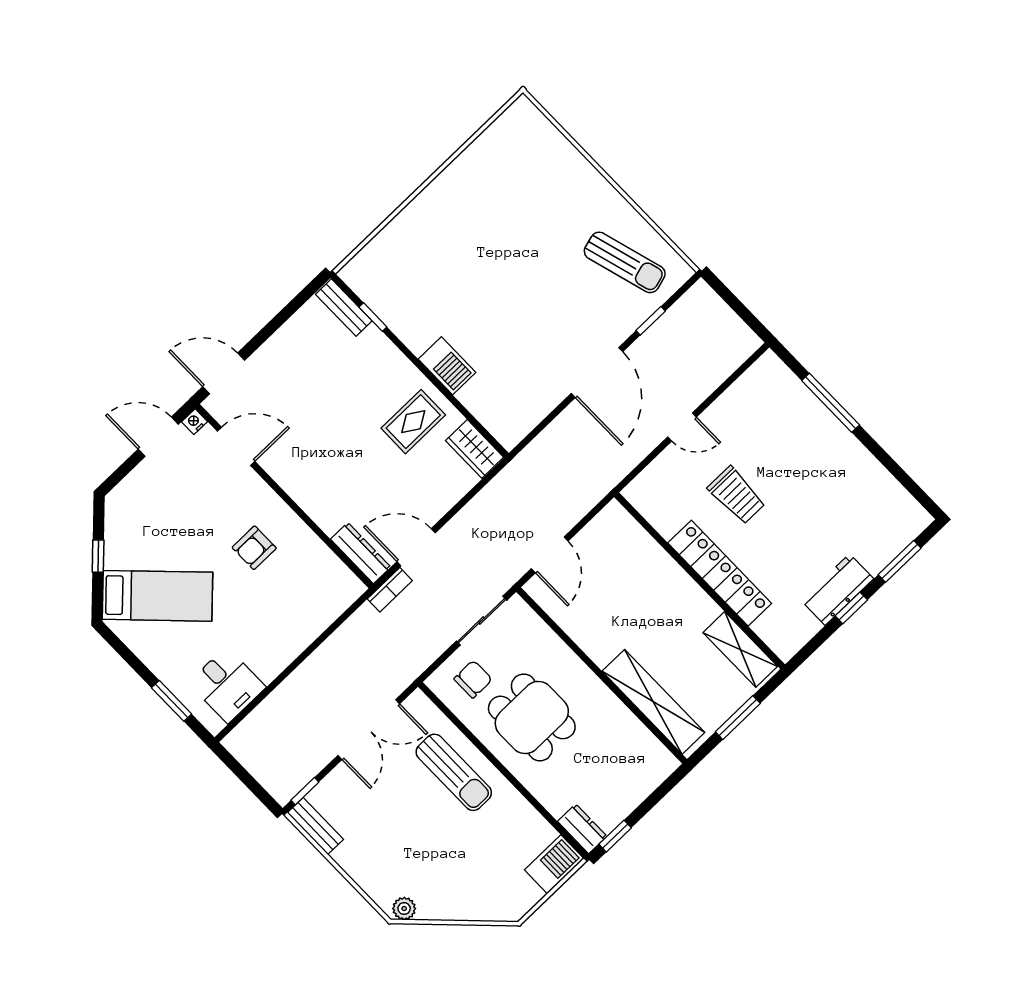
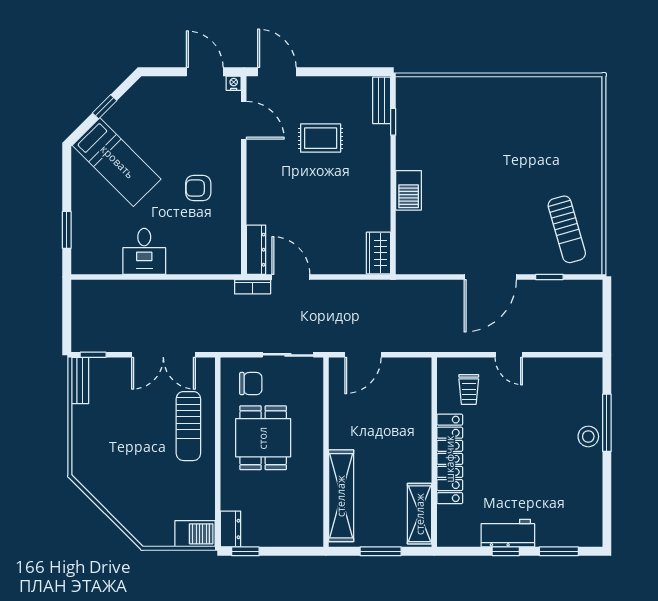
rug: (413, 422) -> (321, 138), moved
stool: (826, 431) -> (588, 436), added
trolley: (737, 495) -> (469, 390), moved, width x0.73, depth x0.72
desk: (227, 685) -> (144, 251), moved
plant: (404, 909) -> (85, 476), removed

